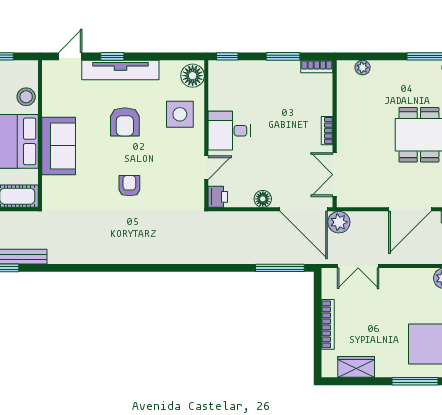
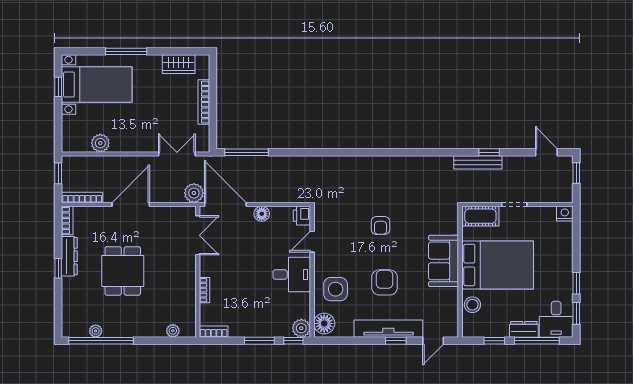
window: (283, 56) -> (259, 341), moved
plant: (218, 70) -> (301, 328), added
bookcase: (327, 131) -> (205, 290), moved

